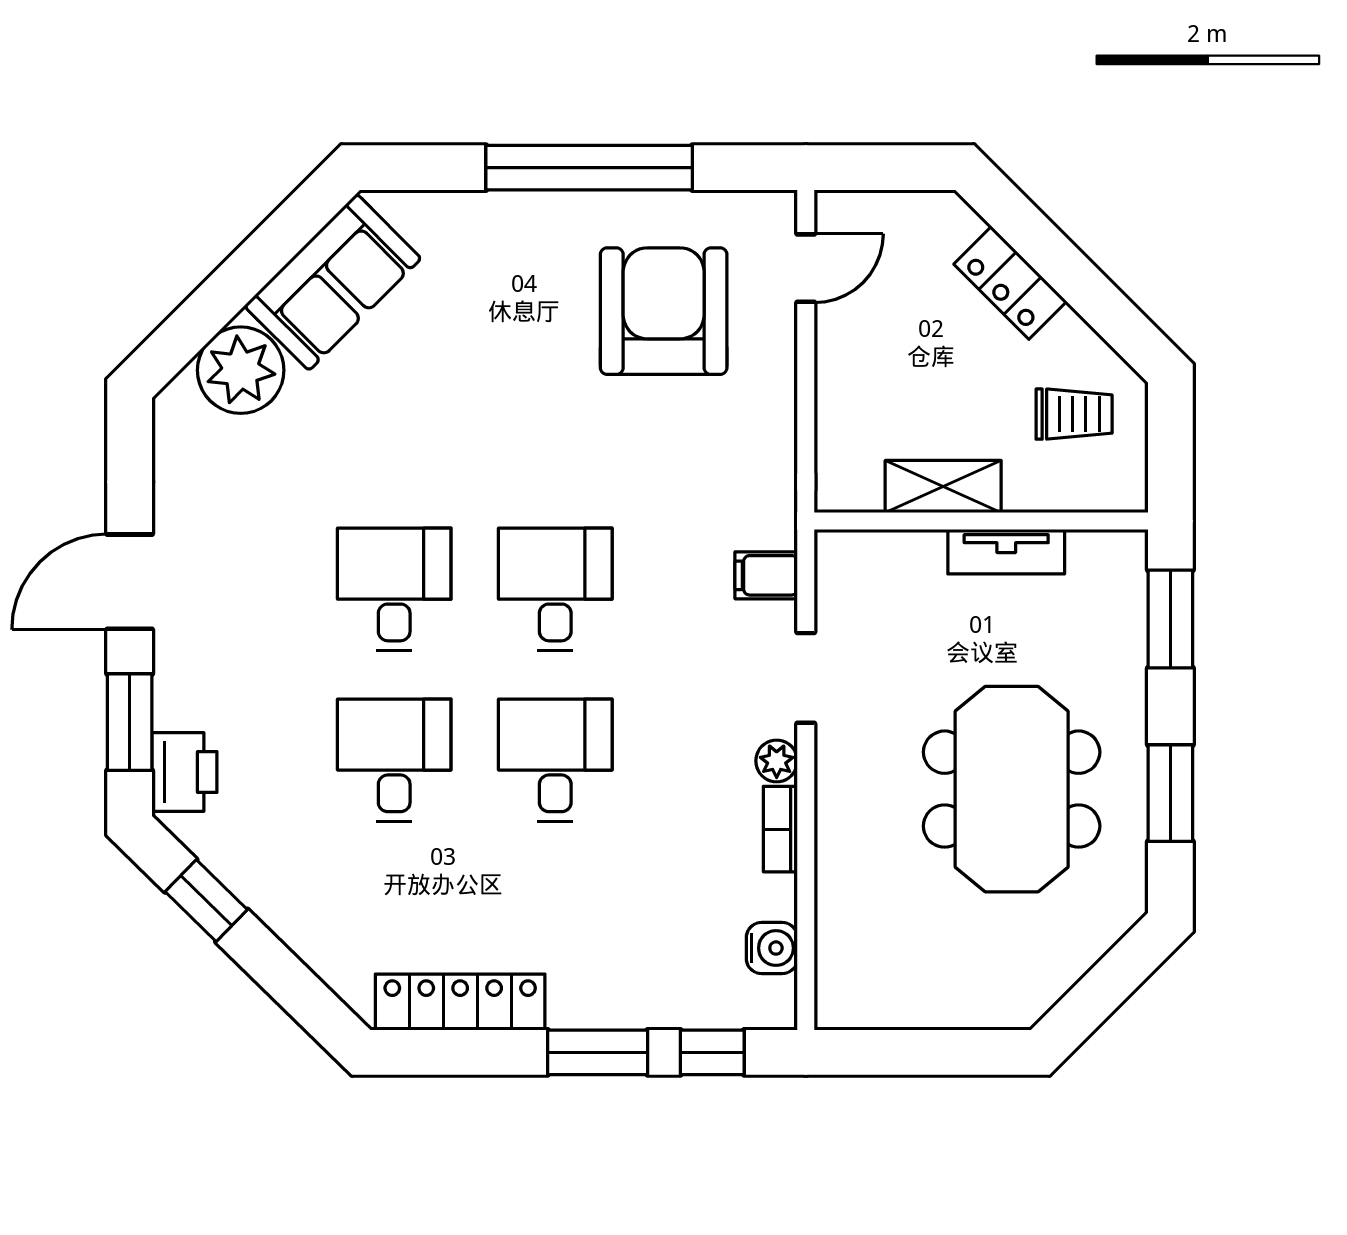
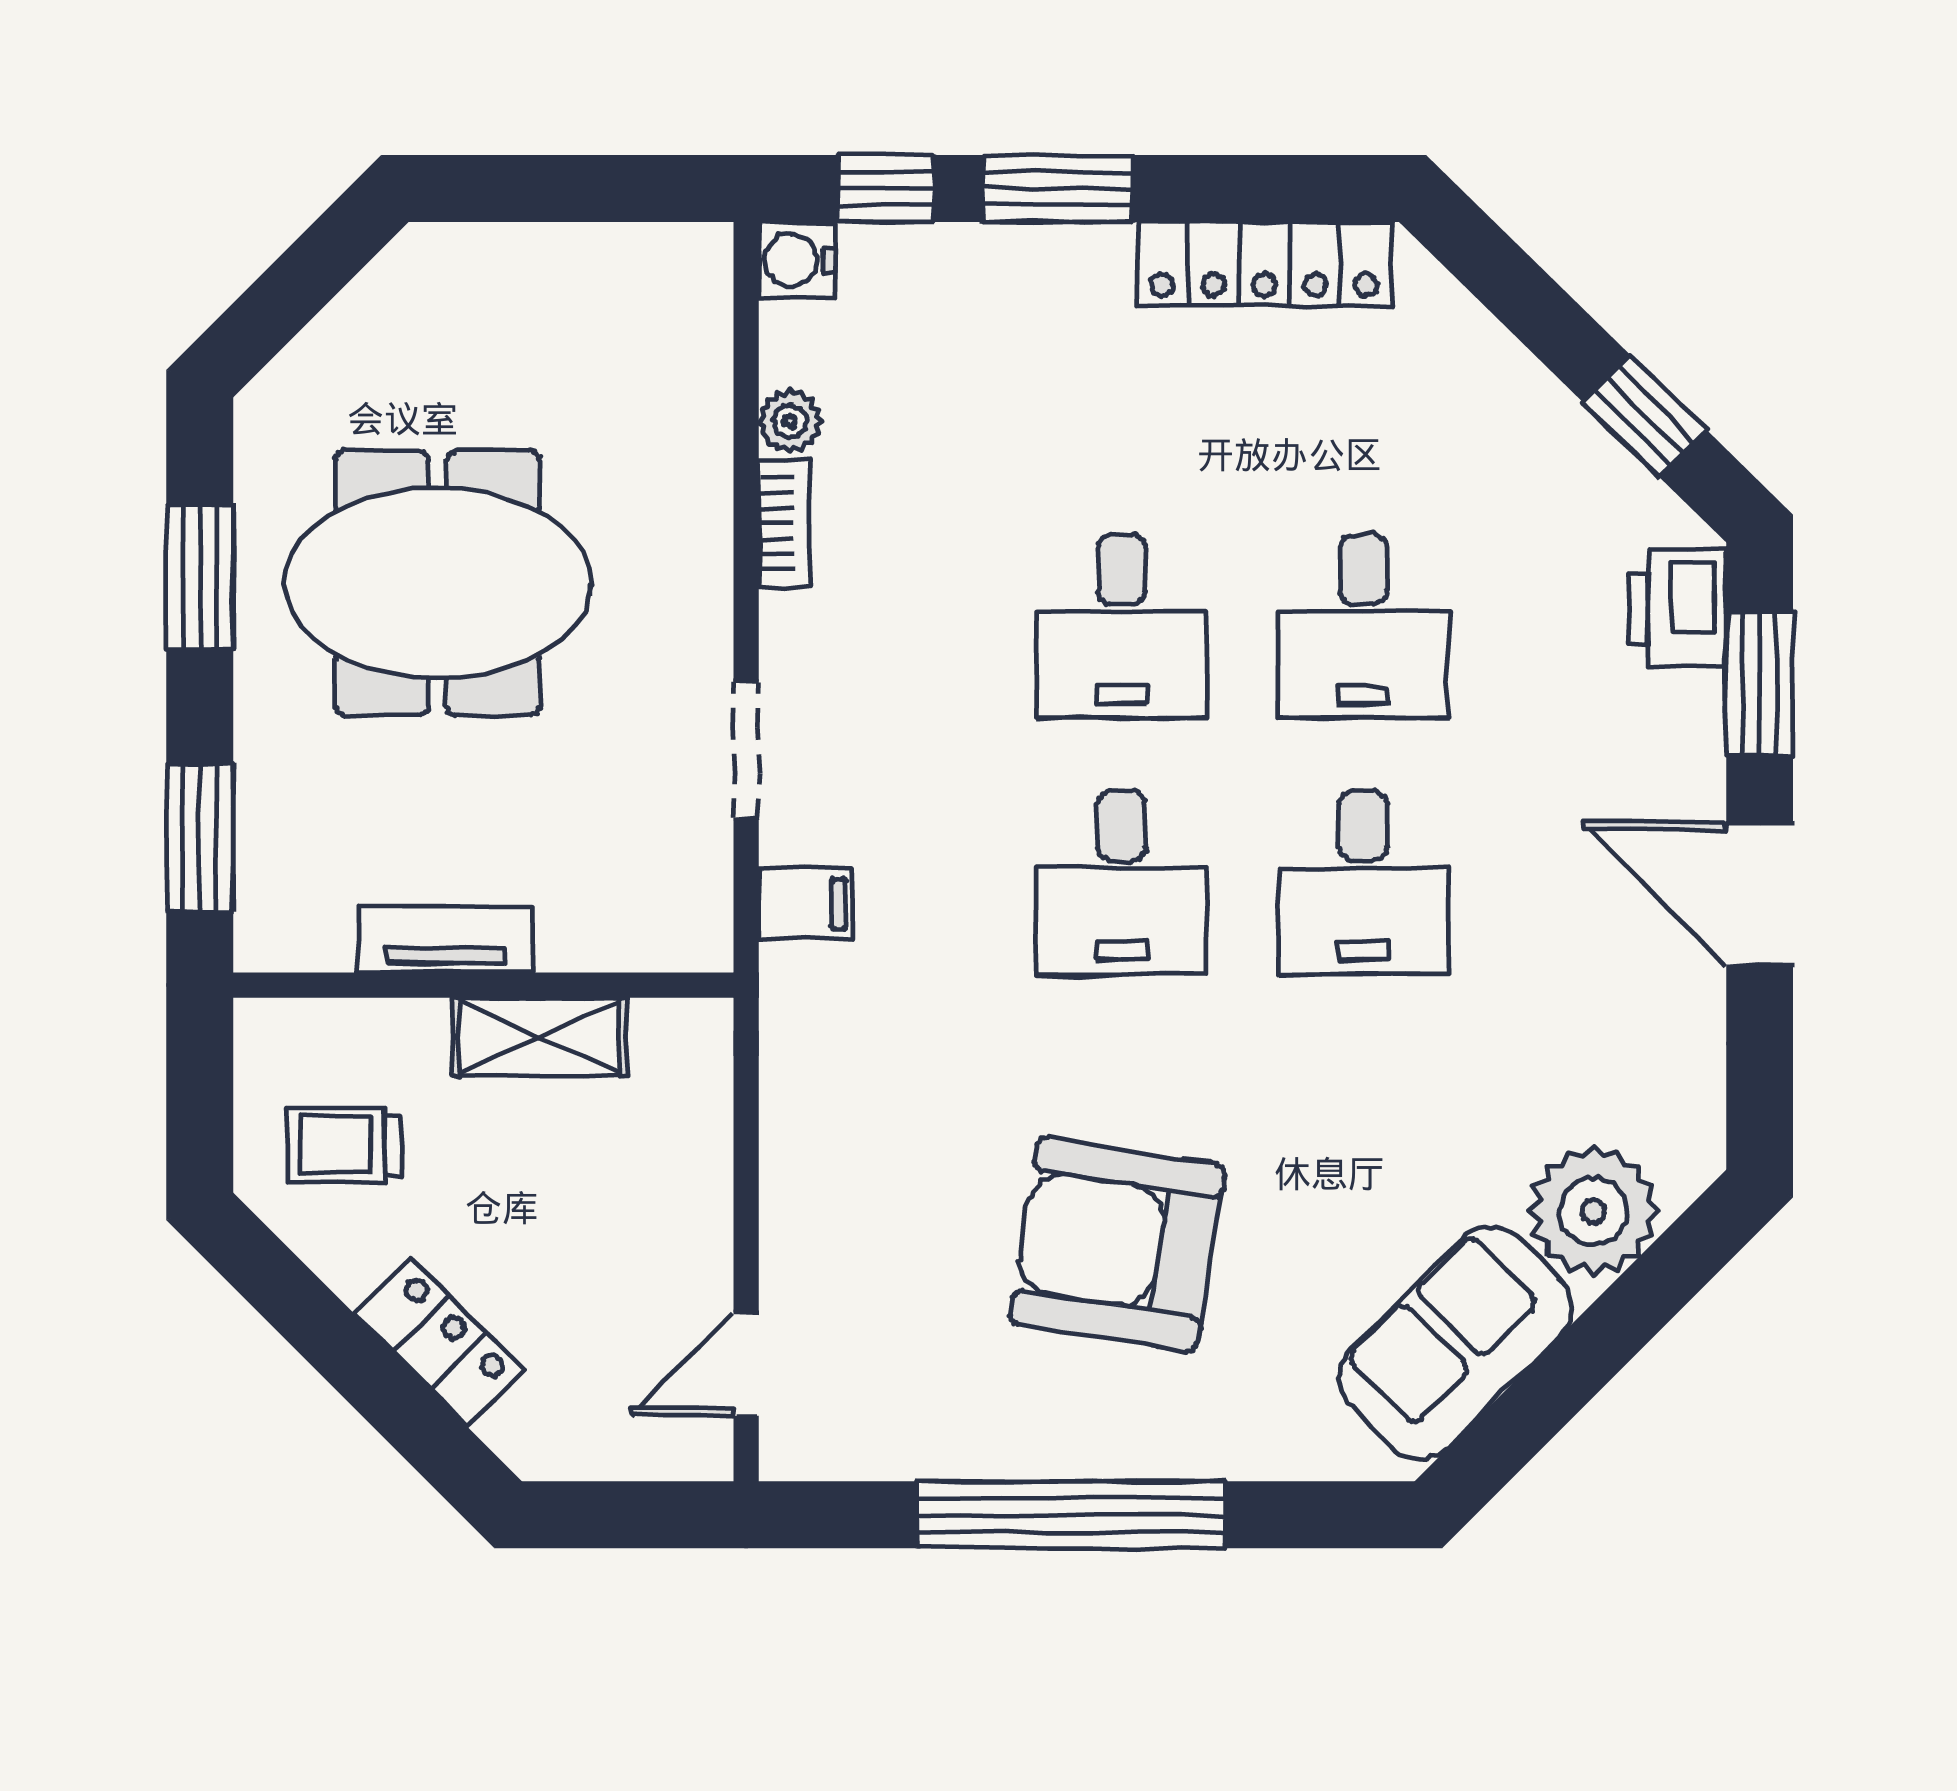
armchair: (664, 311) -> (1117, 1244), moved, turned 99
door: (130, 582) -> (1760, 894), swing flipped
plant: (777, 761) -> (790, 421), moved
meeting table: (1012, 789) -> (438, 583), turned 90
water cooler: (772, 948) -> (797, 260), moved

